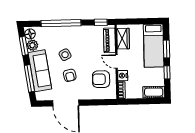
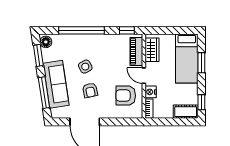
plant: (32, 45) -> (48, 55), removed
window: (167, 72) -> (201, 102), moved

